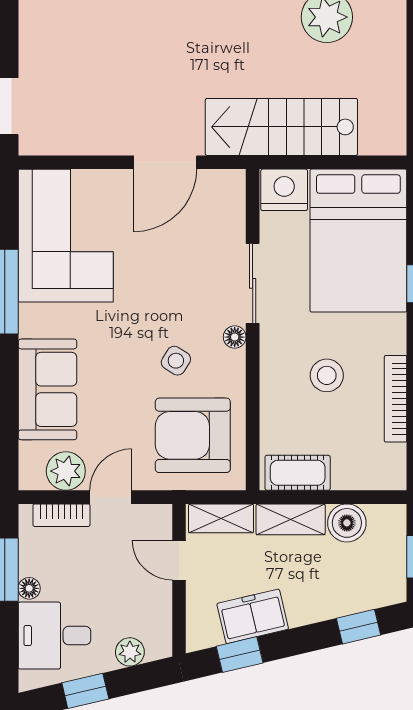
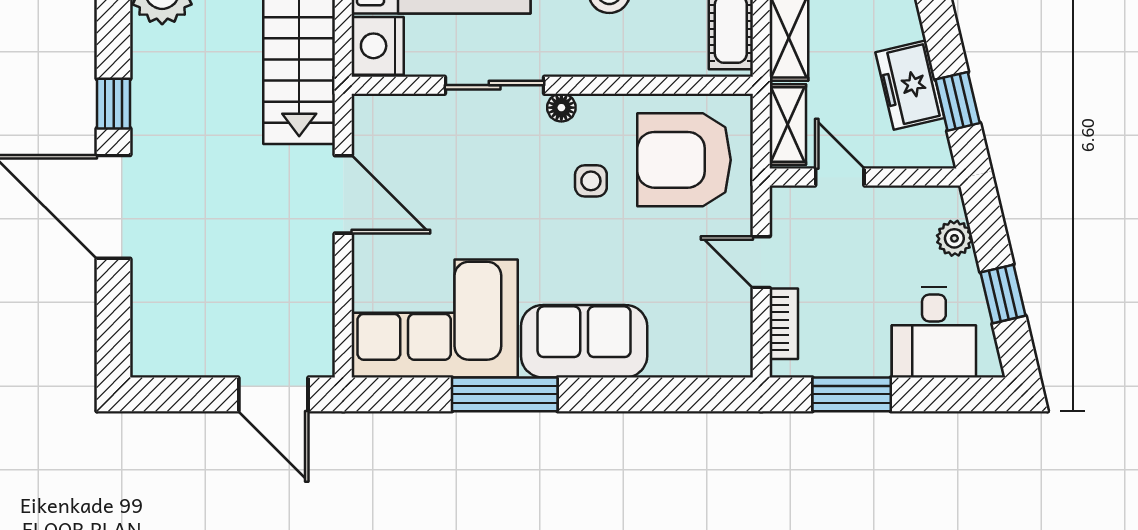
side table: (176, 361) -> (591, 181), turned -32
sofa: (47, 389) -> (584, 341), moved
armchair: (193, 435) -> (684, 160), turned 90
plant: (66, 471) -> (729, 318), removed
door: (179, 560) -> (840, 177), swing flipped
floor lamp: (29, 588) -> (875, 364), removed

